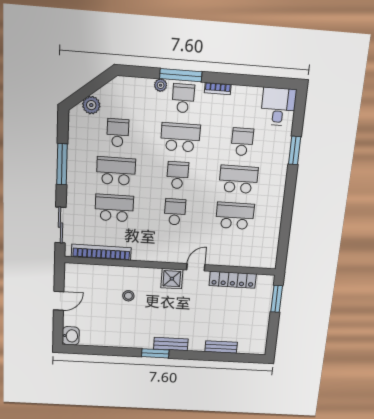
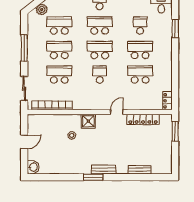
school desk: (118, 133) -> (59, 25), width x1.85
school desk: (178, 175) -> (100, 50), width x1.85
locker: (271, 256) -> (167, 101), added
shower: (172, 279) -> (88, 121), moved

